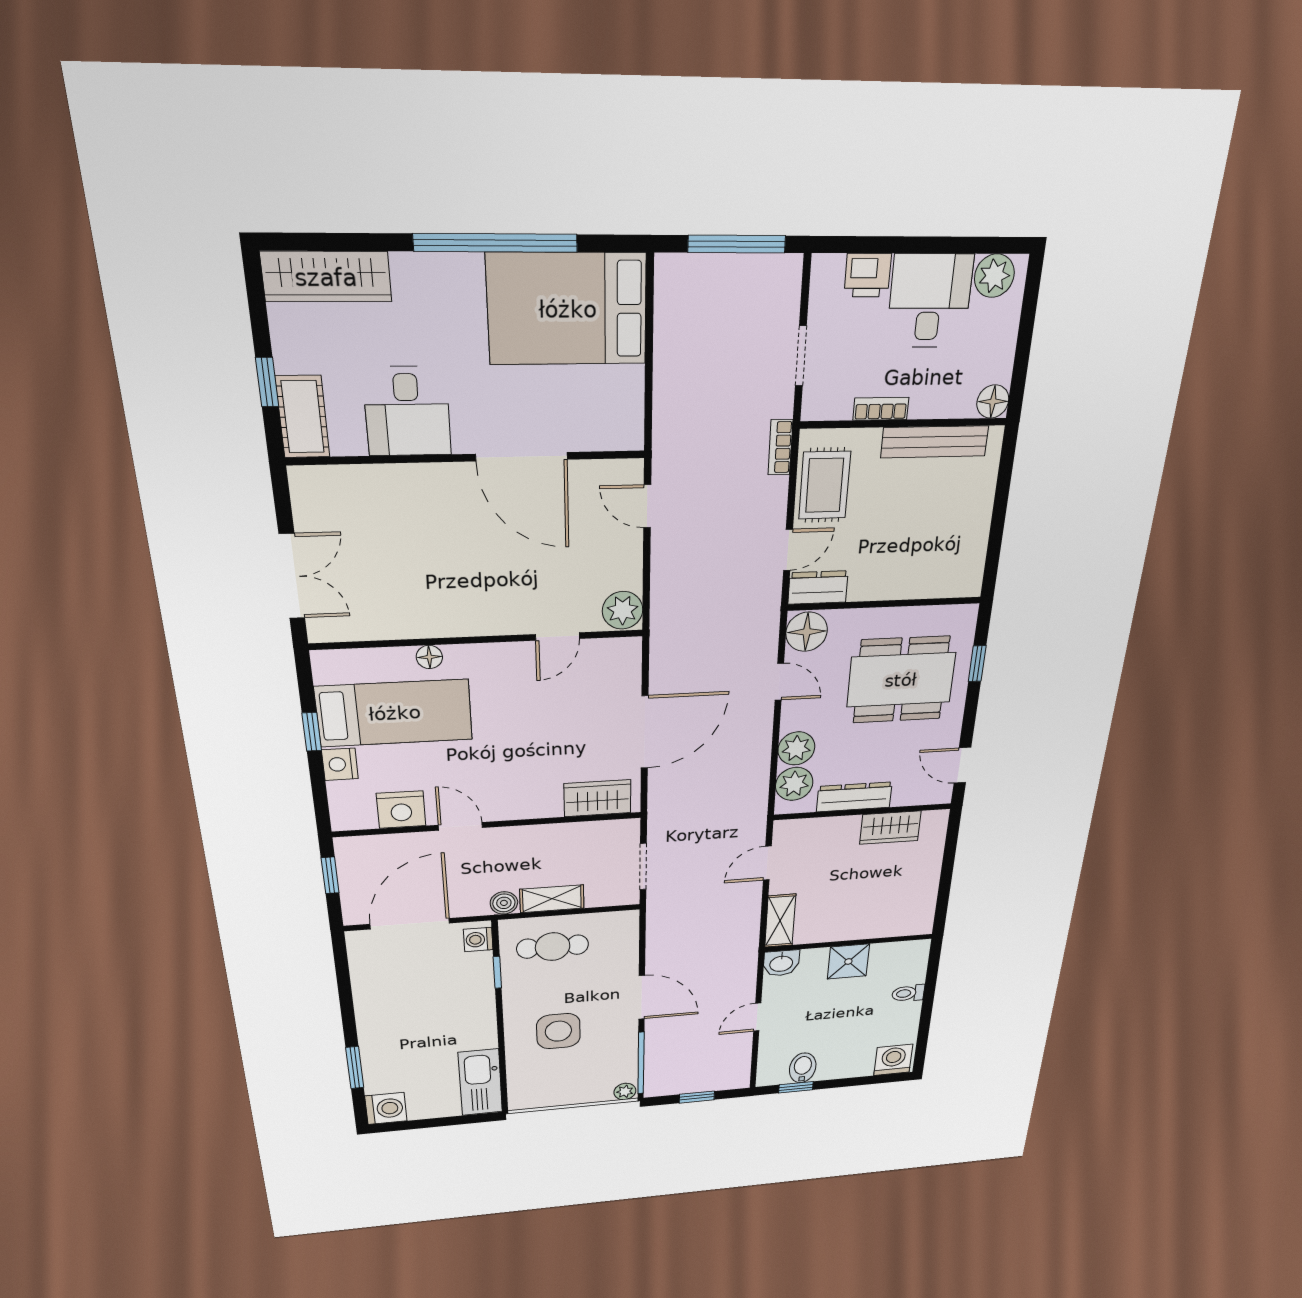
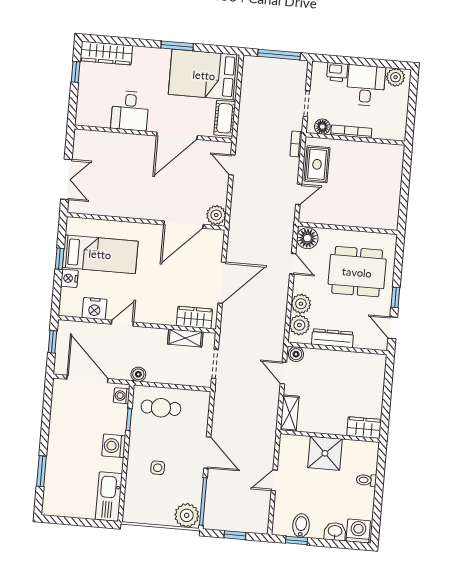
window: (496, 243) -> (177, 46), width x0.47
window: (267, 382) -> (76, 72), moved
floor lamp: (993, 402) -> (322, 127), moved
bookcase: (881, 409) -> (351, 132), width x1.56
cot: (303, 417) -> (225, 118), moved
bench: (935, 442) -> (371, 149), removed
door: (522, 457) -> (177, 136), hinge flipped
dresser: (818, 587) -> (313, 215), removed
door: (558, 637) -> (184, 225), width x1.87
floor lamp: (429, 657) -> (121, 227), removed
window: (977, 664) -> (395, 297), moved
door: (460, 826) -> (122, 323), hinge flipped
wardrobe: (890, 828) -> (364, 428), moved, turned 180
boiler: (789, 831) -> (296, 354), added
door: (767, 863) -> (283, 373), hinge flipped
shelving: (552, 899) -> (185, 338), moved
door: (410, 924) -> (87, 379), hinge flipped
shower: (848, 962) -> (325, 453), width x1.36, depth x1.36
washbasin: (781, 963) -> (335, 531), moved, turned 180
side table: (558, 1031) -> (158, 468), width x0.54, depth x0.54
plant: (625, 1092) -> (187, 515), width x1.88, depth x1.88
washing machine: (386, 1108) -> (114, 446), moved, turned 180

